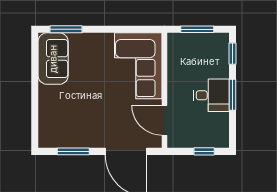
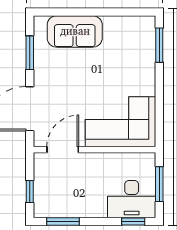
sofa: (53, 59) -> (75, 31), moved
desk: (211, 95) -> (132, 199), moved, width x1.37
window: (233, 95) -> (63, 222), moved

